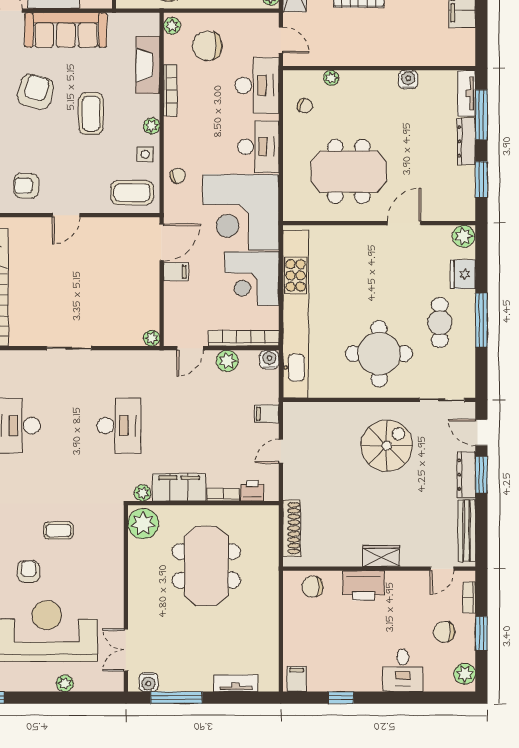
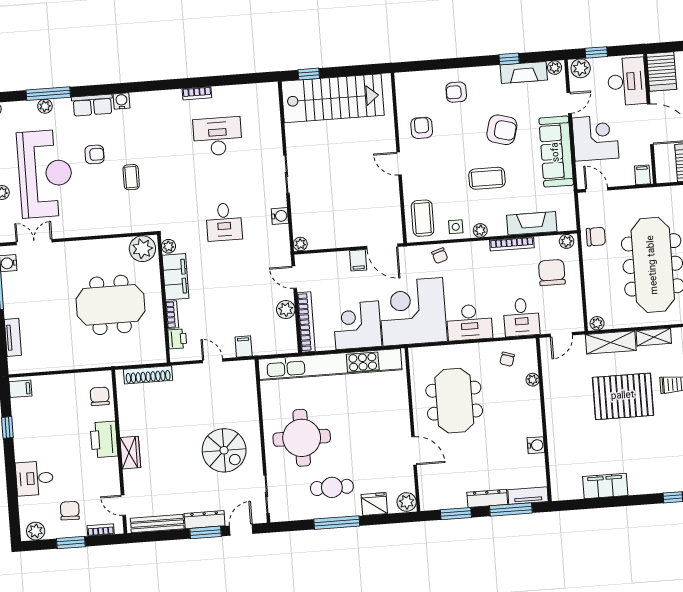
desk: (257, 85) -> (521, 317), width x0.73
water cooler: (269, 360) -> (280, 216), moved
desk: (119, 426) -> (224, 222), width x0.73

